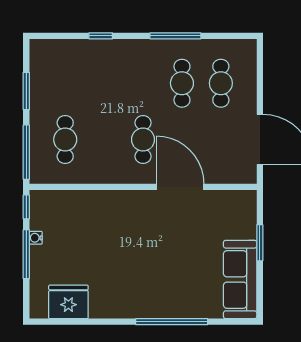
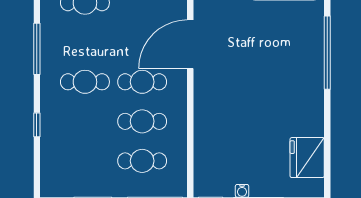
cafe table: (182, 83) -> (85, 82), moved
cafe table: (104, 140) -> (142, 121), added

